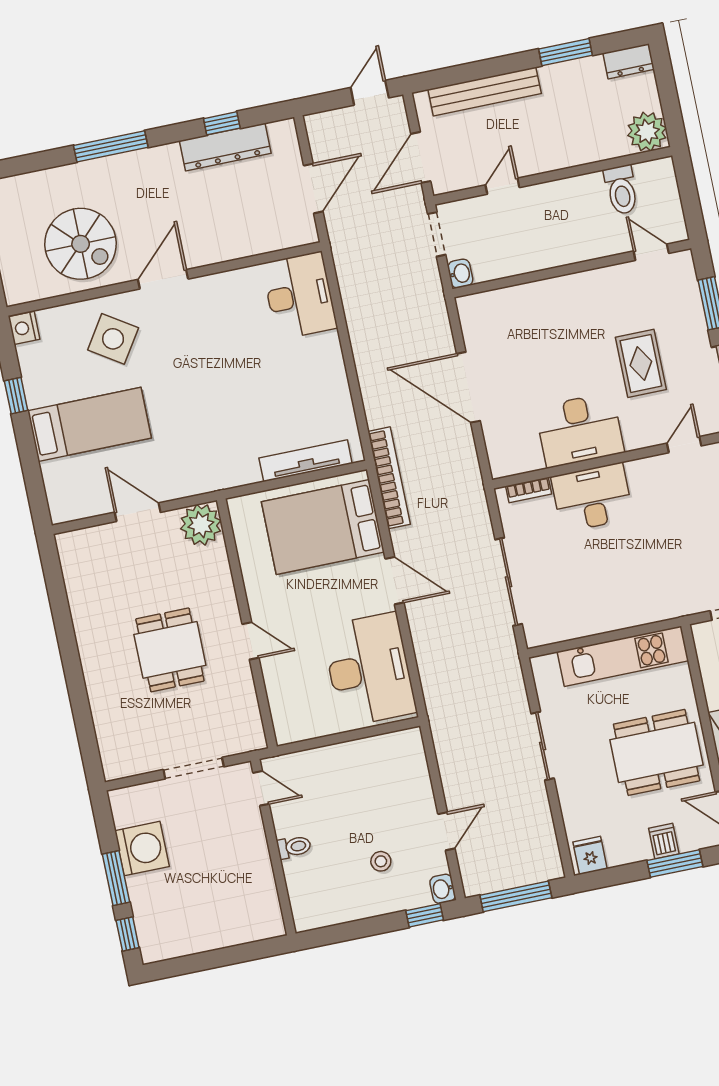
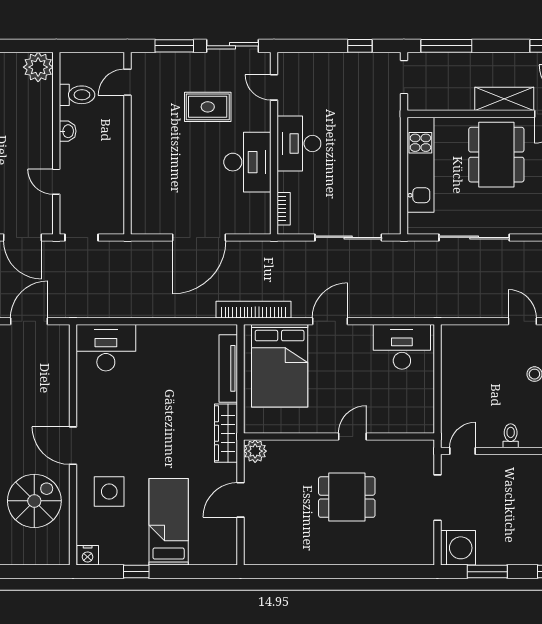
door: (313, 189) -> (29, 321), hinge flipped
washbasin: (460, 273) -> (68, 131), moved, turned 90
side table: (113, 339) -> (109, 492), turned -33
wardrobe: (221, 475) -> (226, 433), added
desk: (592, 497) -> (299, 144), moved
plant: (201, 525) -> (255, 451), width x0.73, depth x0.73
desk: (369, 669) -> (402, 347), width x0.73, depth x0.77
sliding door: (543, 746) -> (474, 237), width x1.37
washing machine: (142, 849) -> (458, 548), moved, turned 90
window: (116, 878) -> (487, 572), moved

